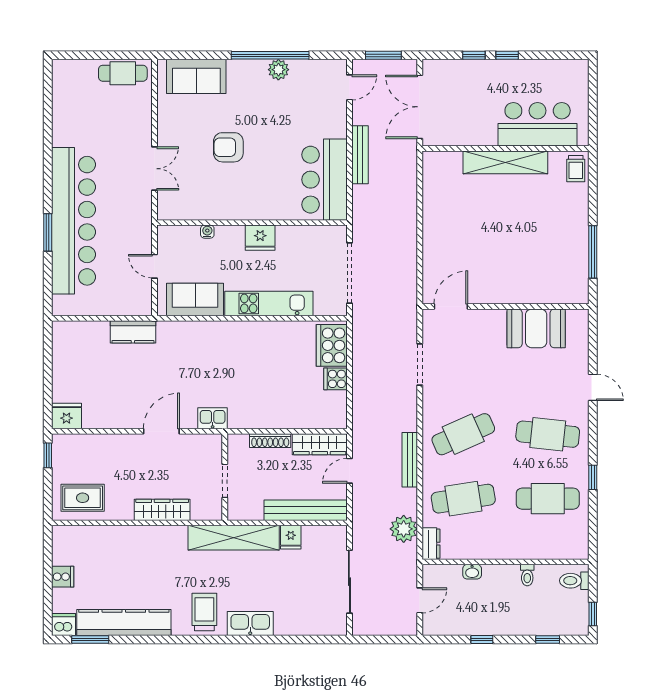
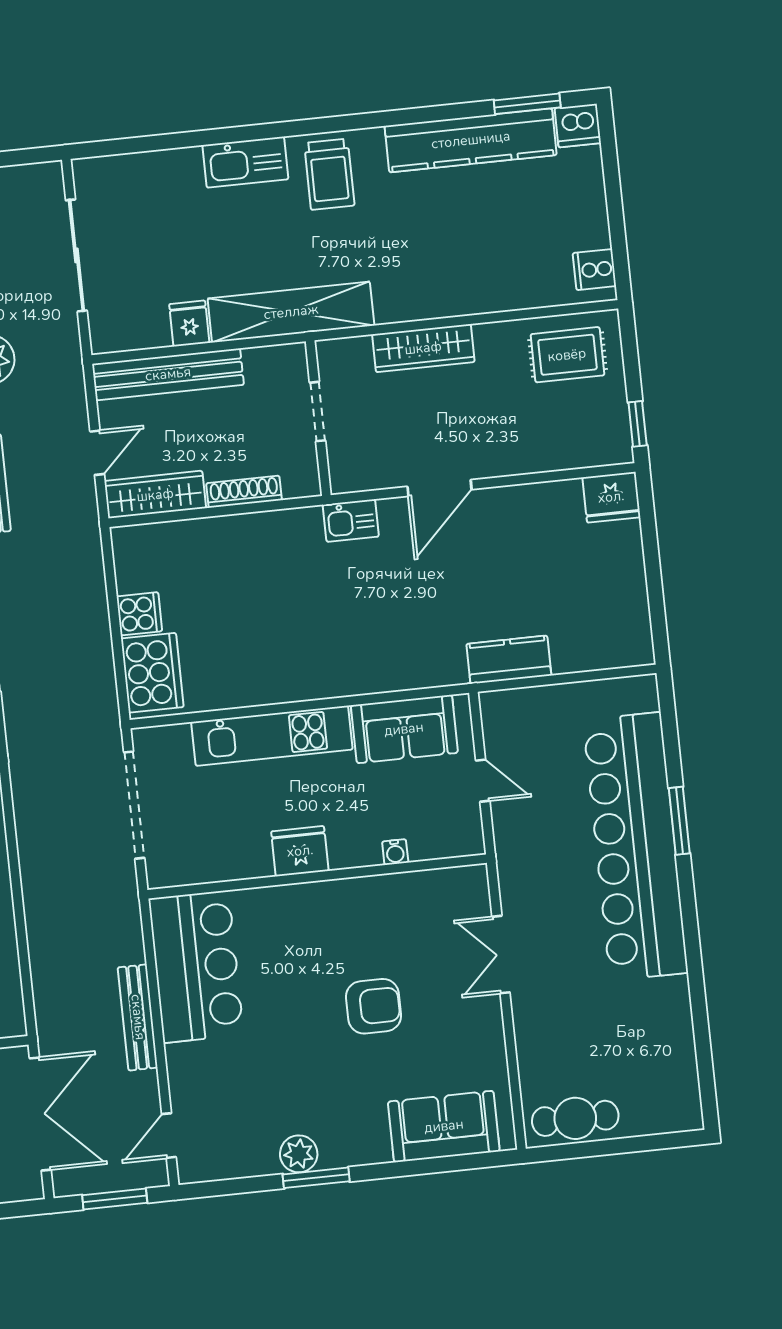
window: (270, 55) -> (316, 1178), width x0.47
cooker: (63, 577) -> (594, 270), moved

